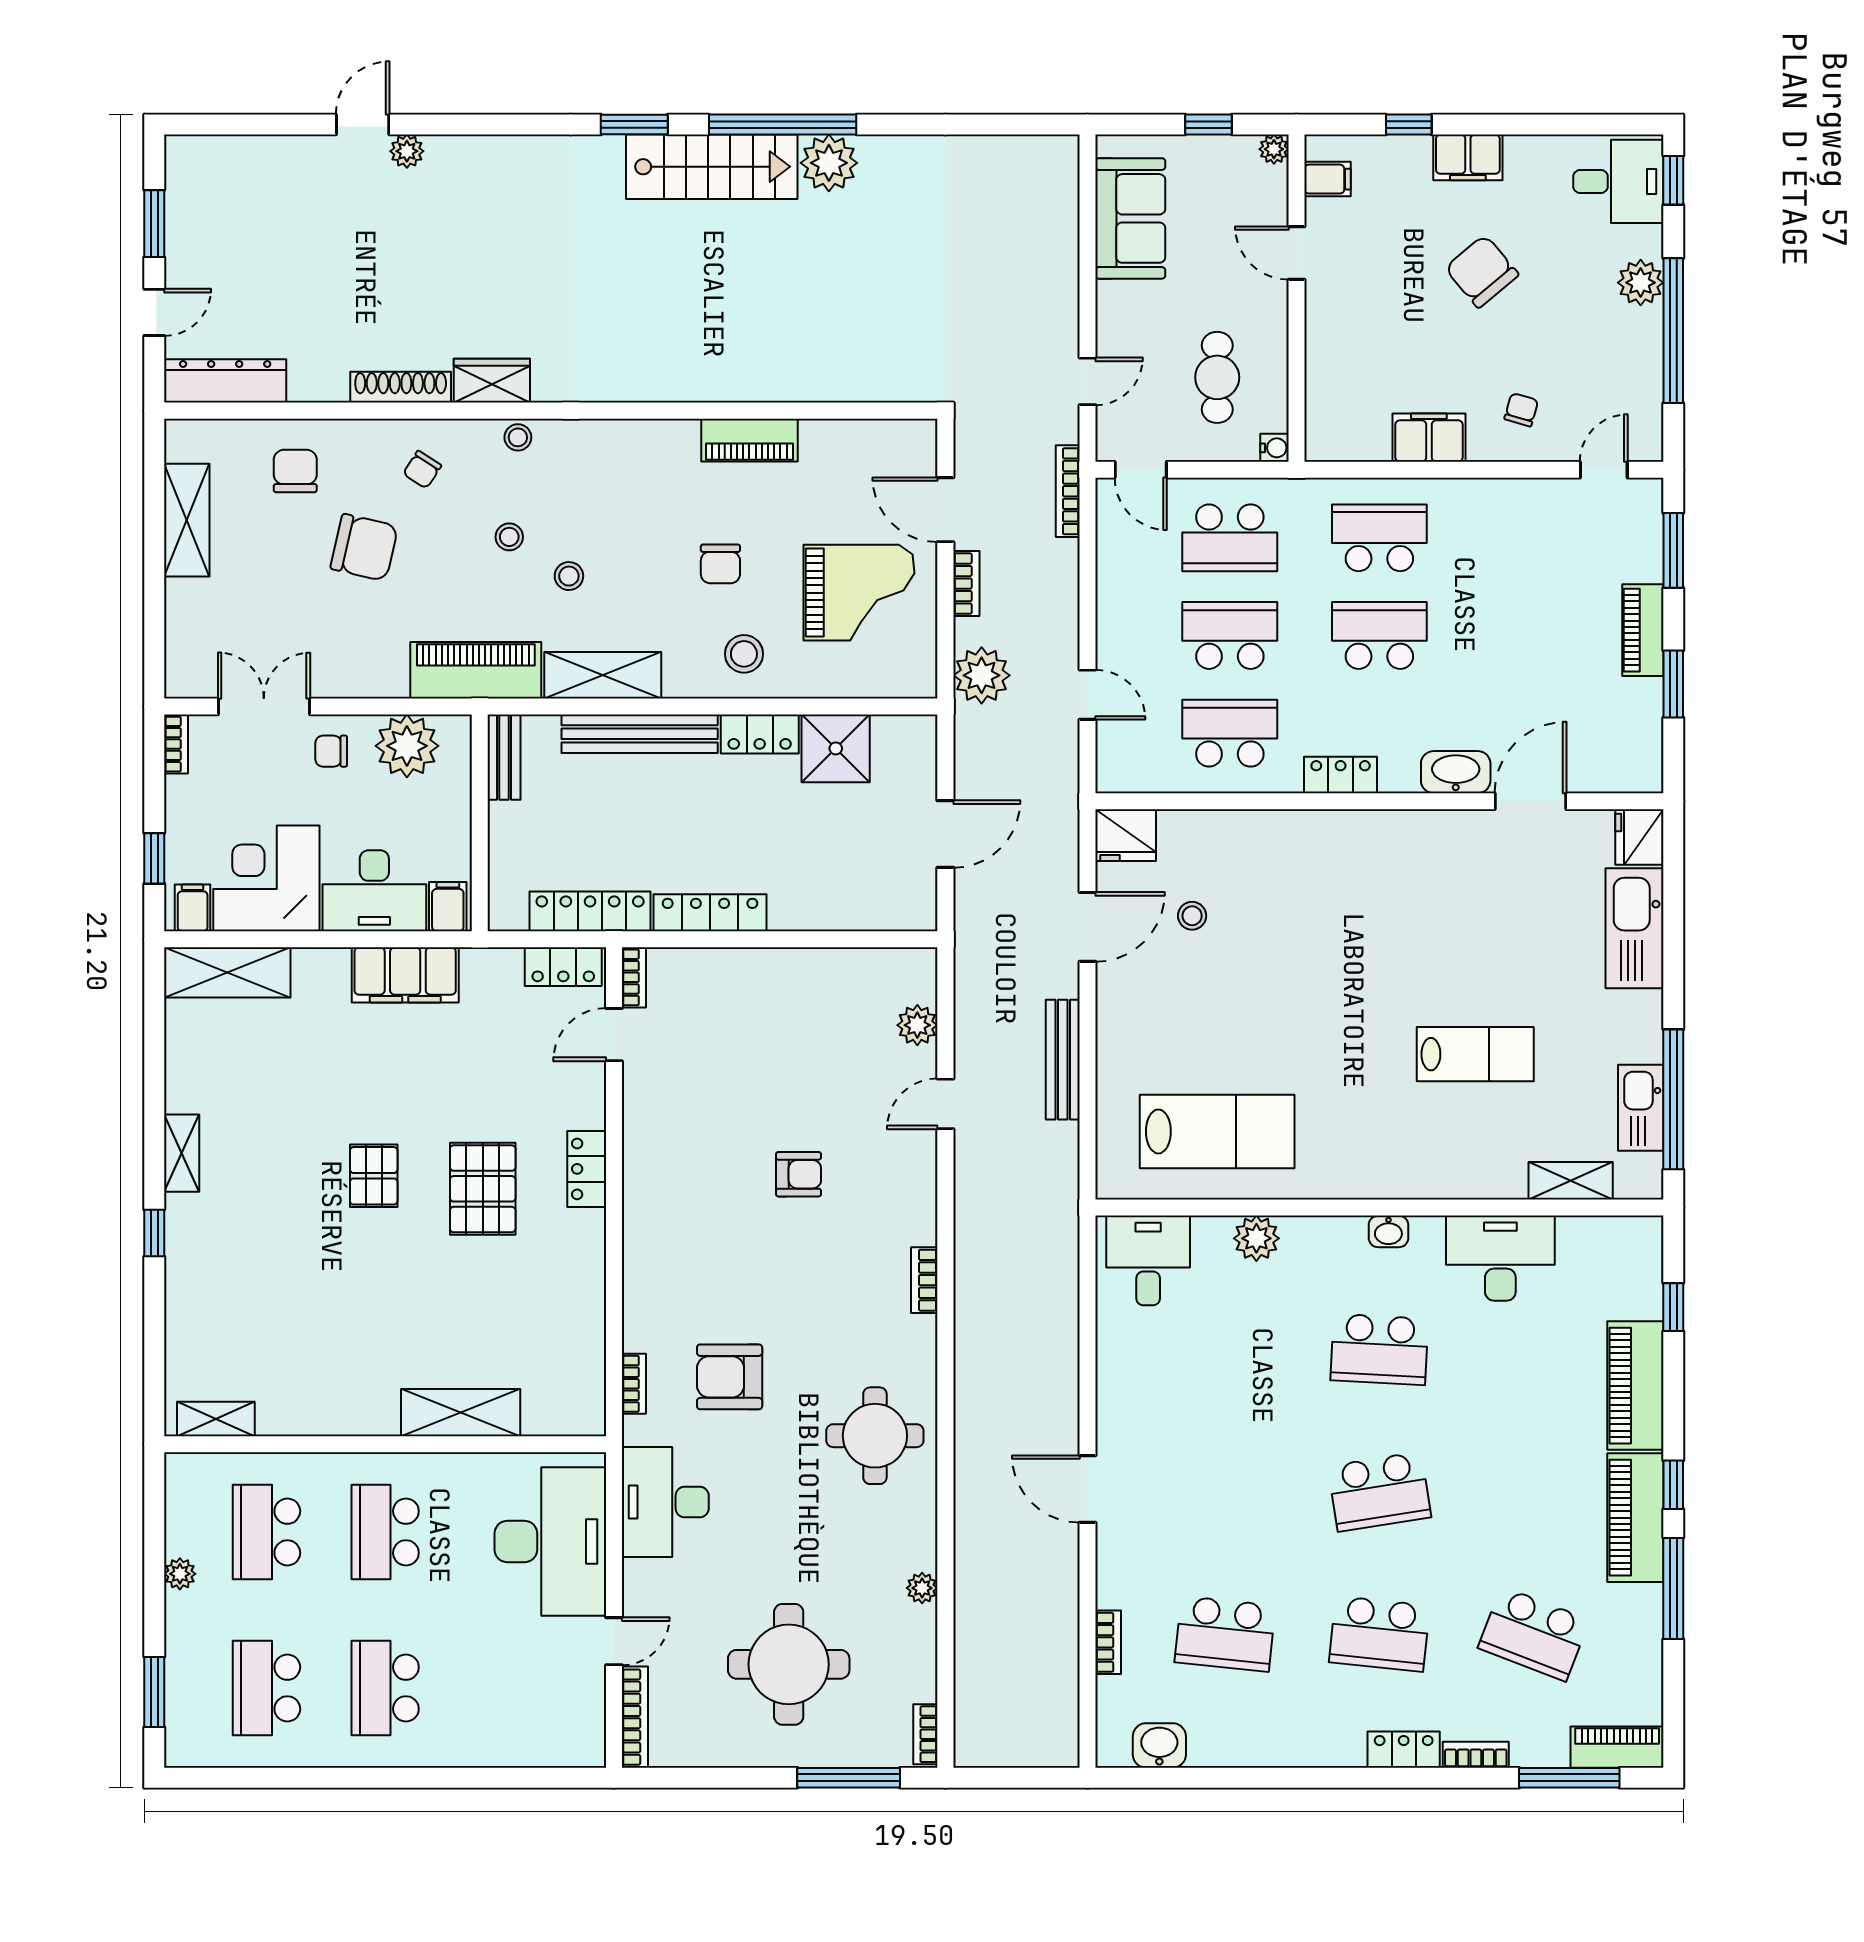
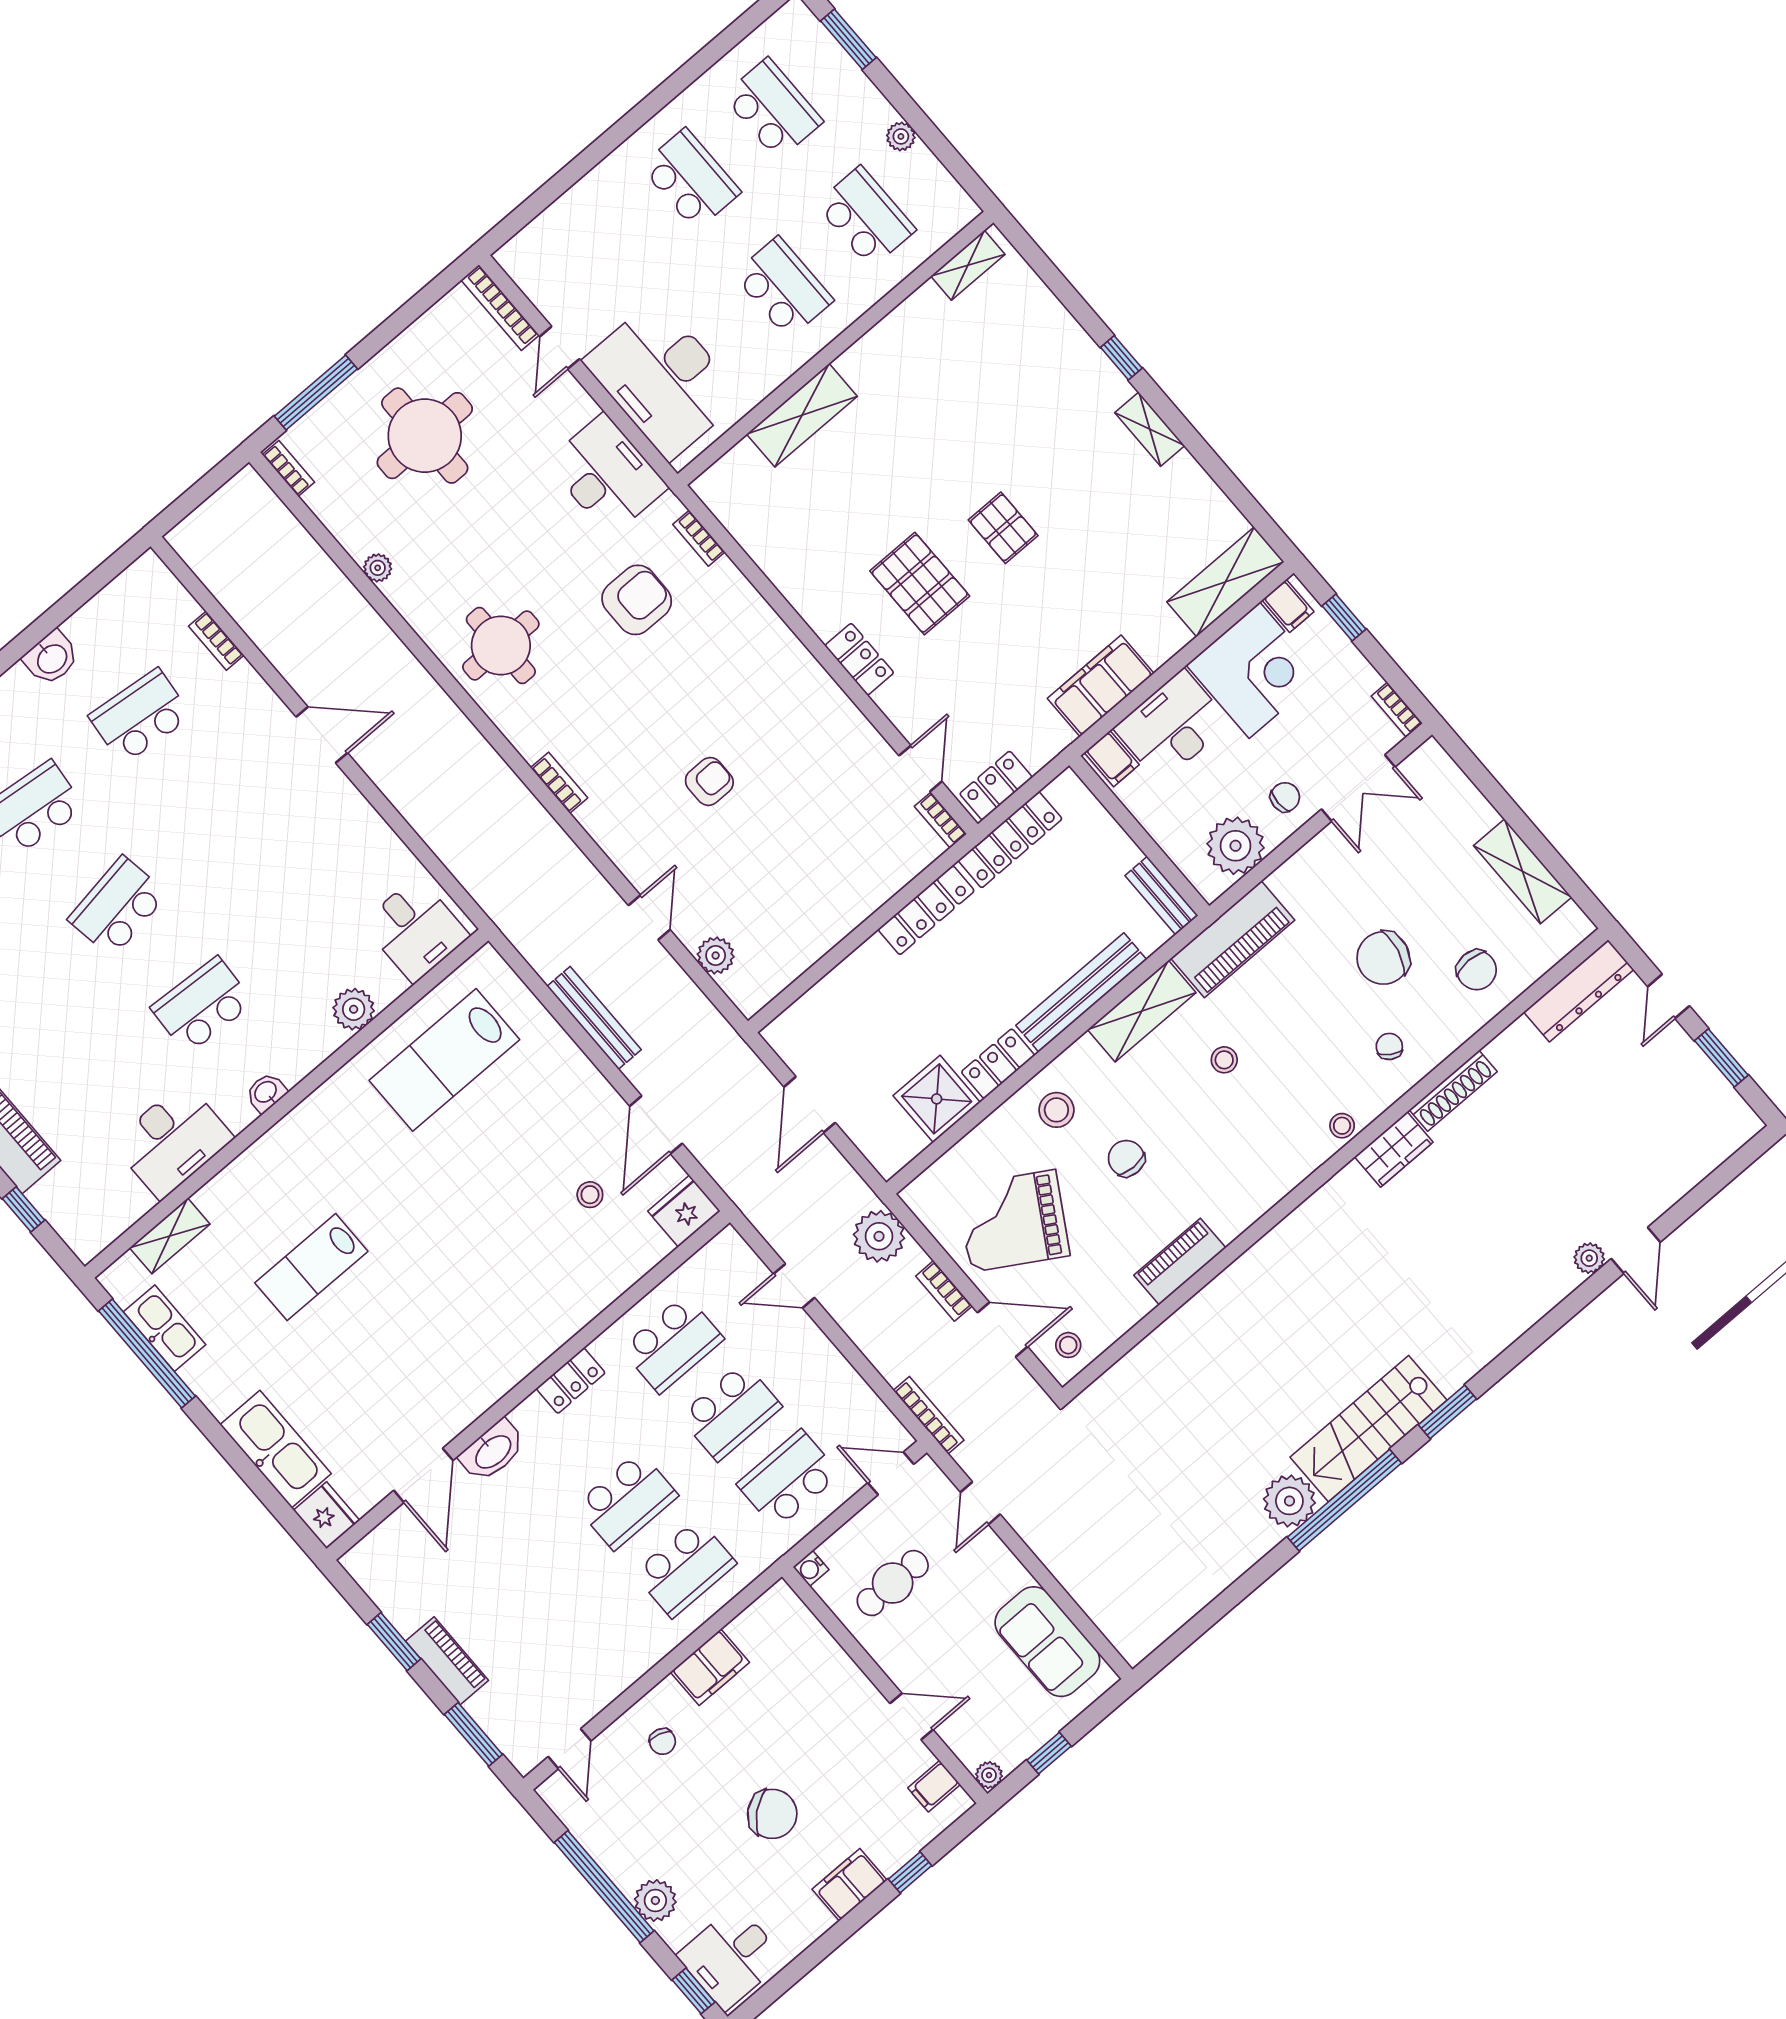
cafe table: (1217, 377) -> (893, 1583), turned 90
stool: (509, 537) -> (1068, 1345), moved
grand piano: (859, 593) -> (1013, 1221), turned 31
armchair: (799, 1174) -> (709, 781), turned 180
washbasin: (1159, 1745) -> (51, 658), moved

